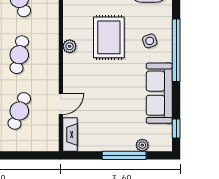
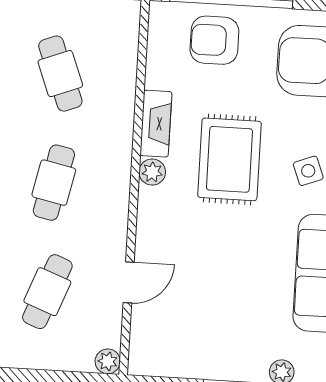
fireplace: (70, 134) -> (156, 124), moved
plant: (52, 145) -> (108, 361), added

